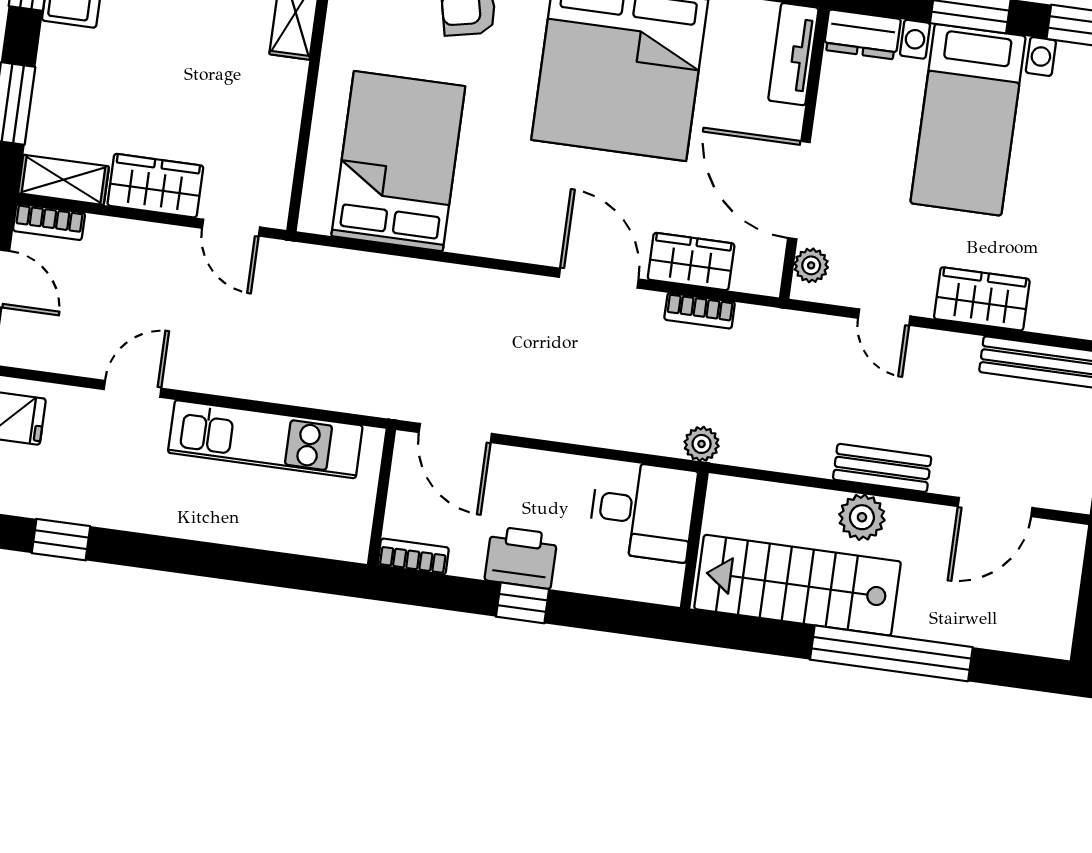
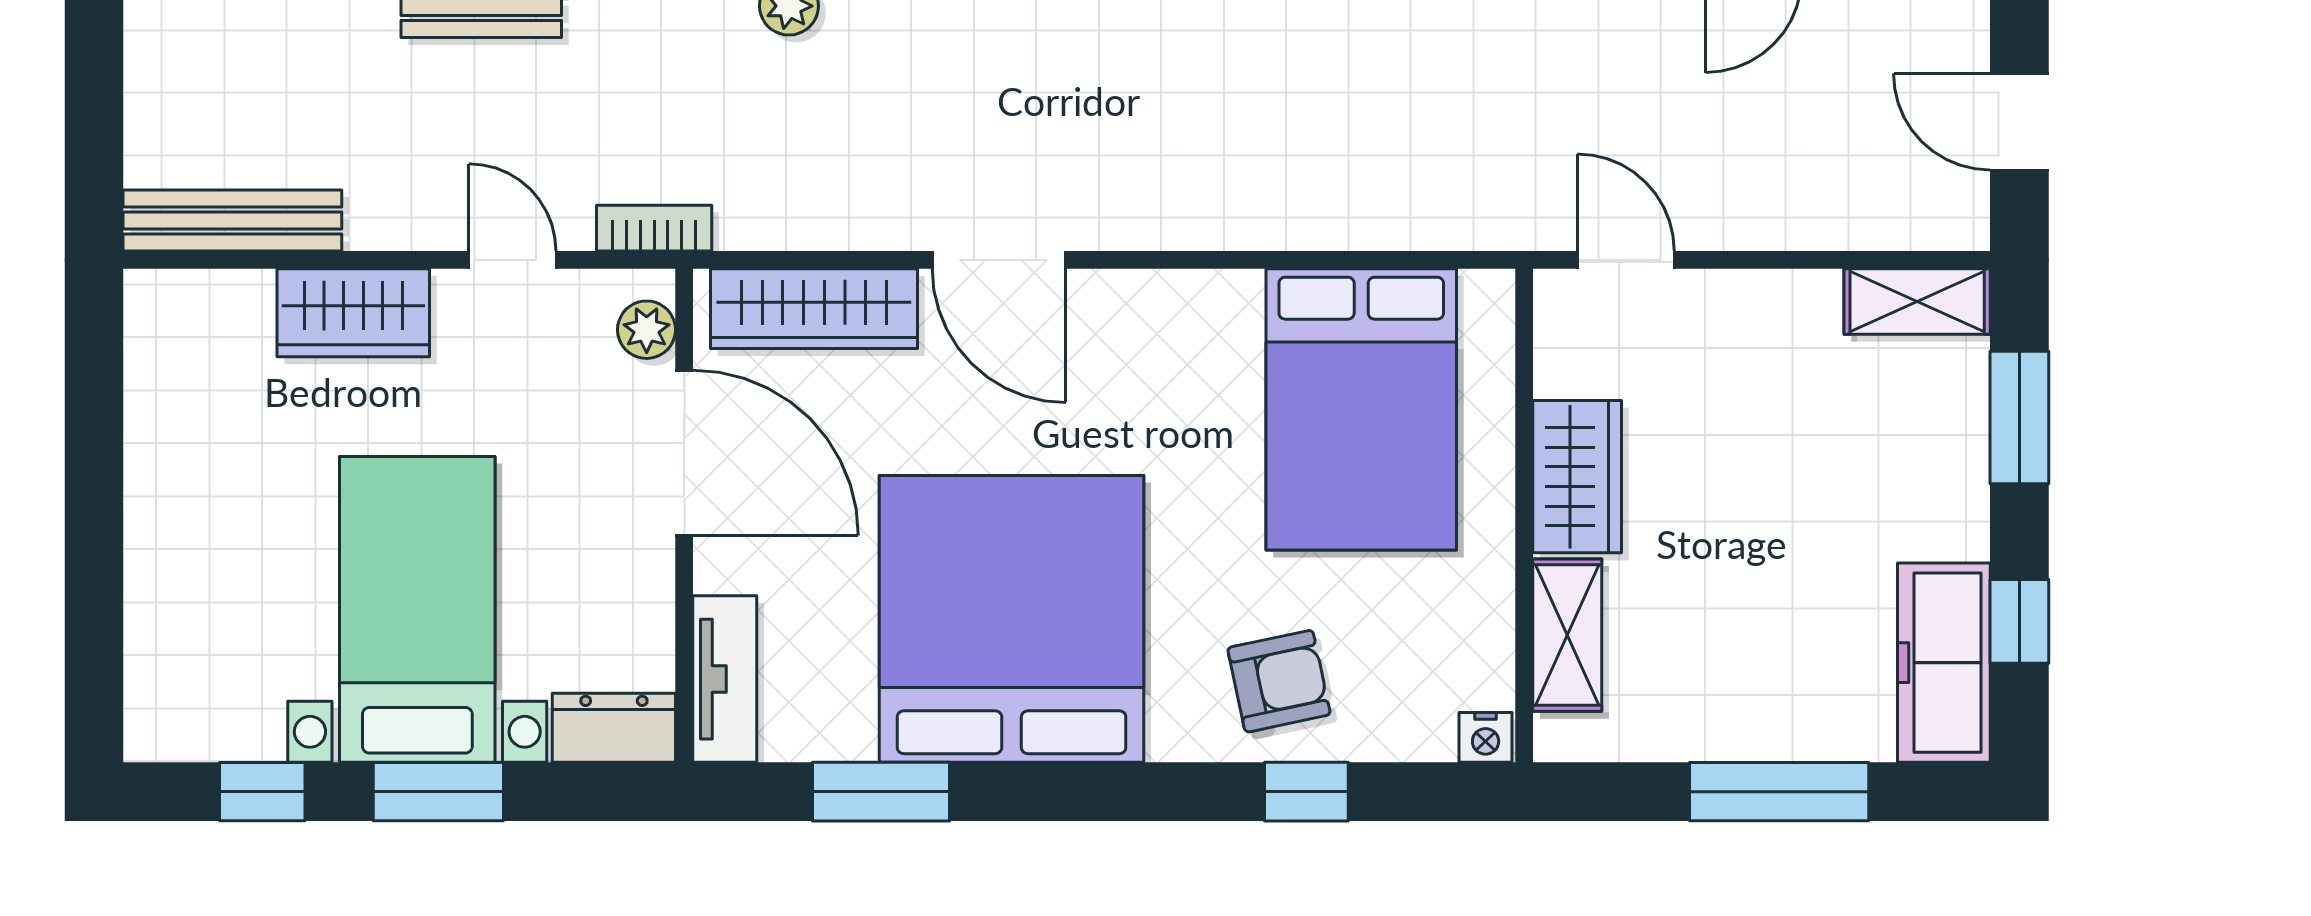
wardrobe: (155, 186) -> (1577, 477), moved, turned -90
bookcase: (49, 222) -> (1932, 228), removed
wardrobe: (691, 262) -> (814, 309), width x1.50
bookcase: (700, 311) -> (654, 228), moved

